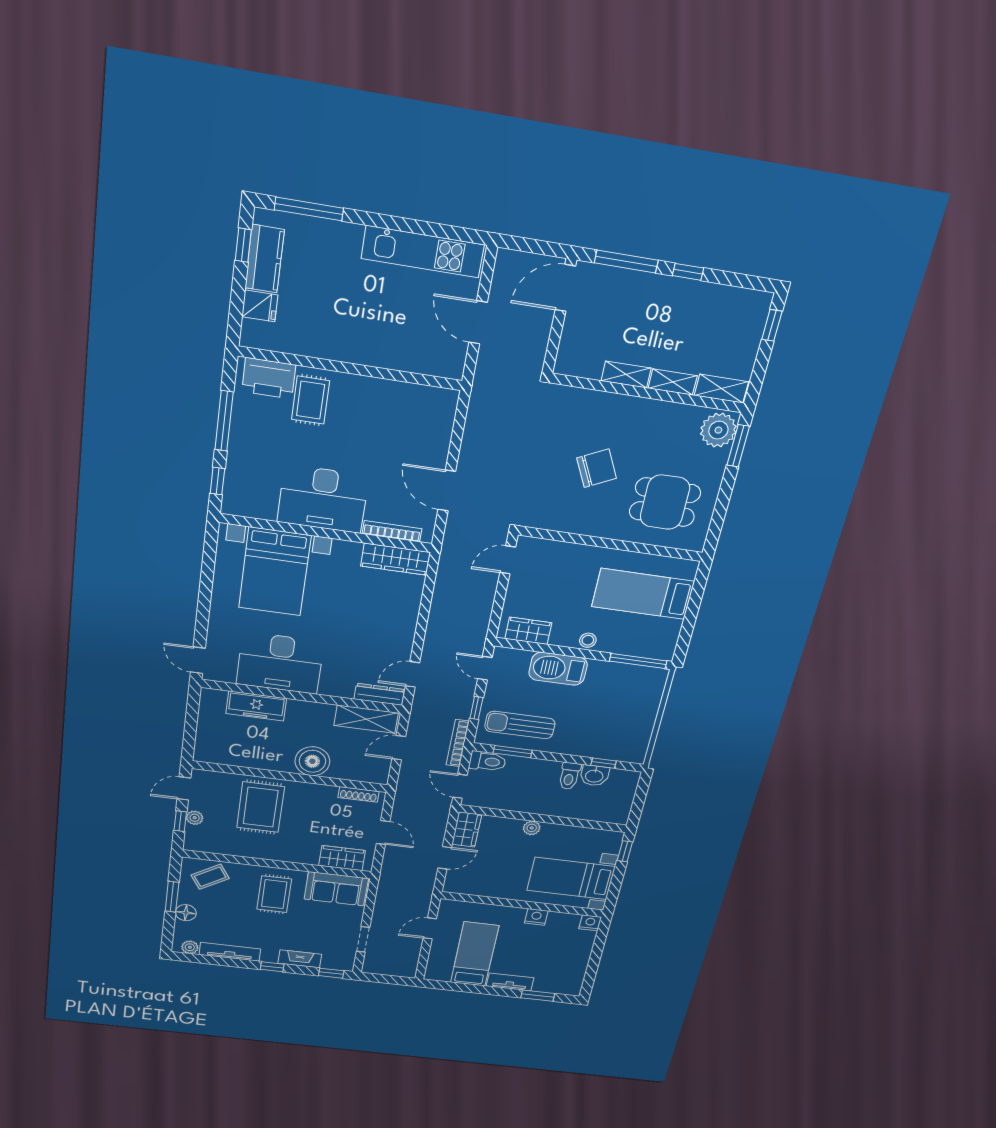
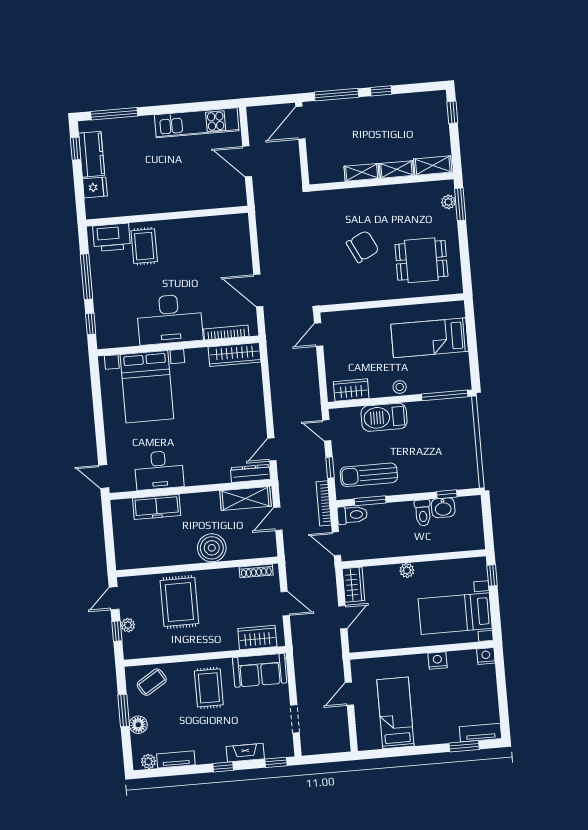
plant: (718, 430) -> (448, 202), width x0.53, depth x0.53
desk: (280, 663) -> (159, 470), width x0.73, depth x0.77
tv unit: (230, 952) -> (176, 759), width x0.71
tv unit: (510, 982) -> (480, 733), moved

